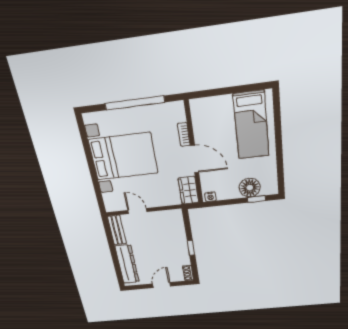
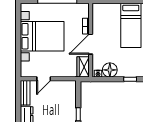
door: (195, 159) -> (91, 44), swing flipped
floor lamp: (250, 188) -> (110, 70), moved
door: (137, 211) -> (44, 79), swing flipped

